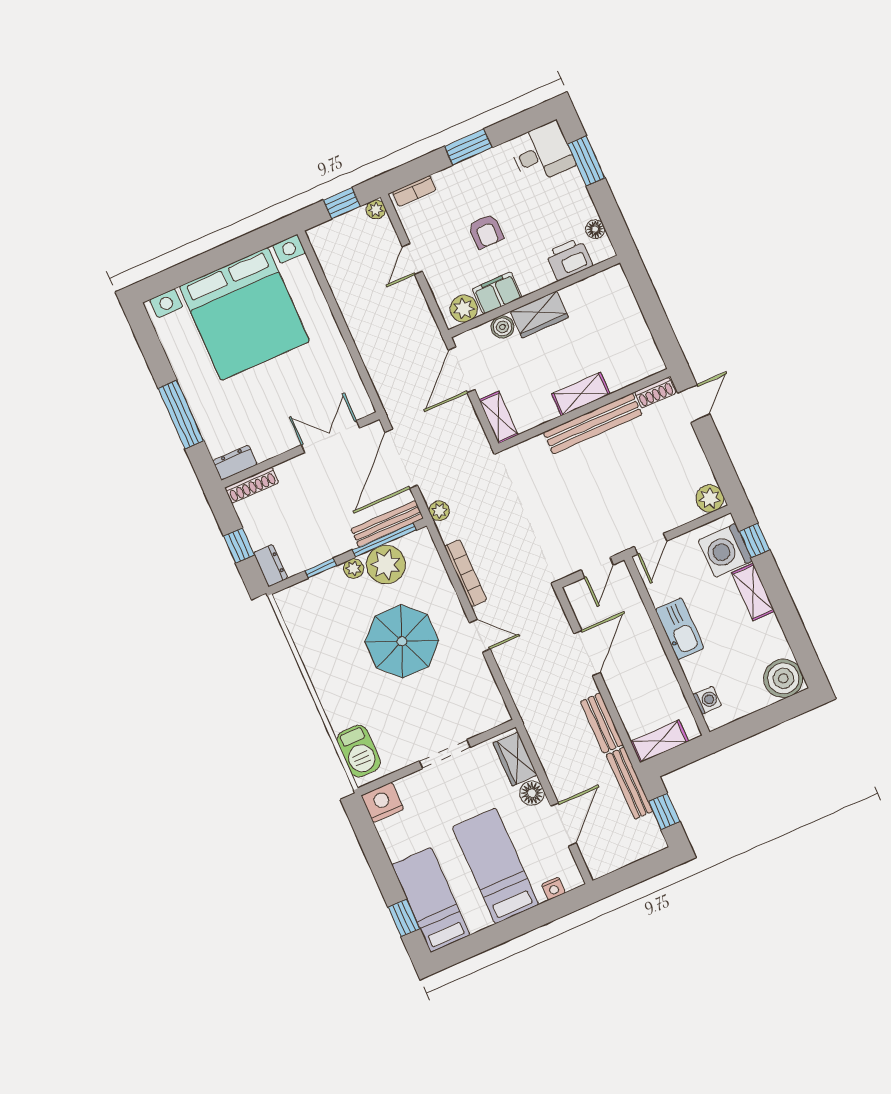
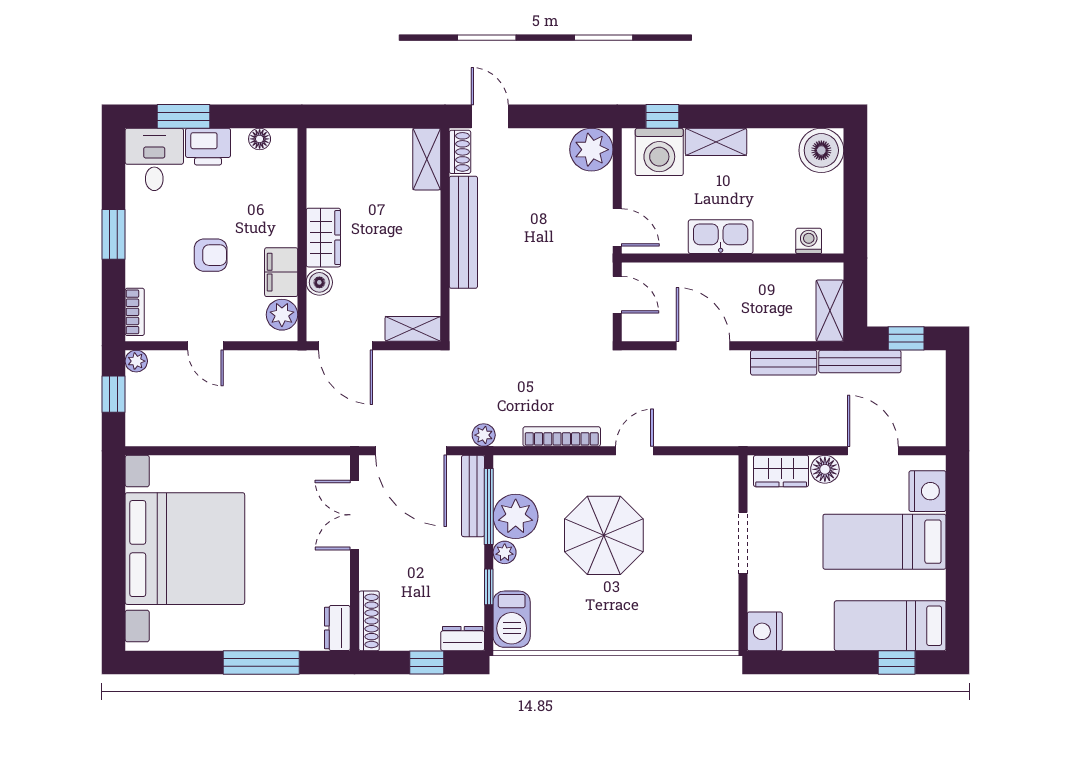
printer: (569, 259) -> (208, 147), moved, turned -90
shelving: (581, 394) -> (427, 159), moved
plant: (710, 498) -> (591, 150), width x1.36, depth x1.36
barbecue: (359, 751) -> (512, 619), moved, turned 90
nightstand: (553, 889) -> (927, 491), width x1.89, depth x1.79

